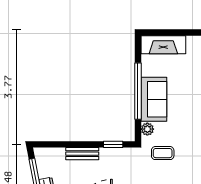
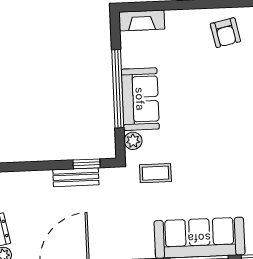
fireplace: (163, 45) -> (142, 20), width x0.73, depth x0.76
bench: (82, 154) -> (76, 177), moved

